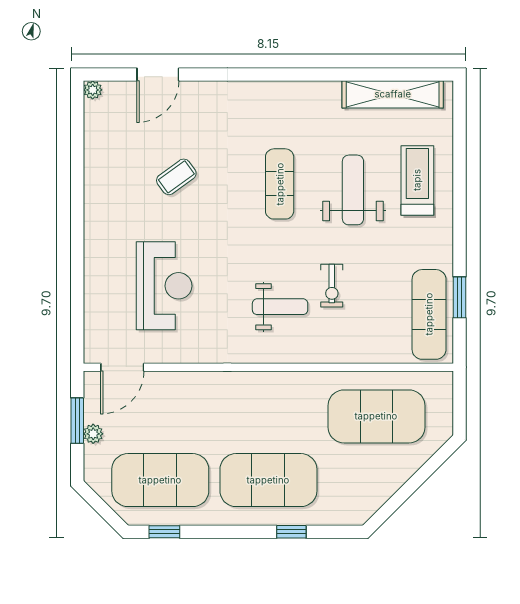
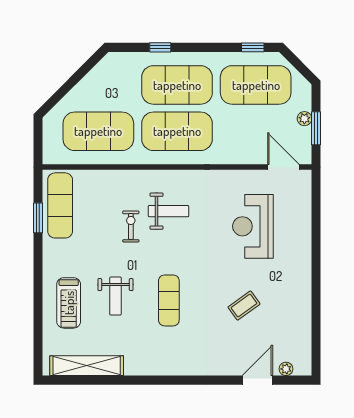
plant: (93, 90) -> (286, 369), moved
weight bench: (353, 190) -> (115, 296), width x0.73, depth x0.75
weight bench: (280, 307) -> (169, 211), turned 180
door: (122, 367) -> (283, 167), hinge flipped
exercise mat: (268, 416) -> (177, 131), added

